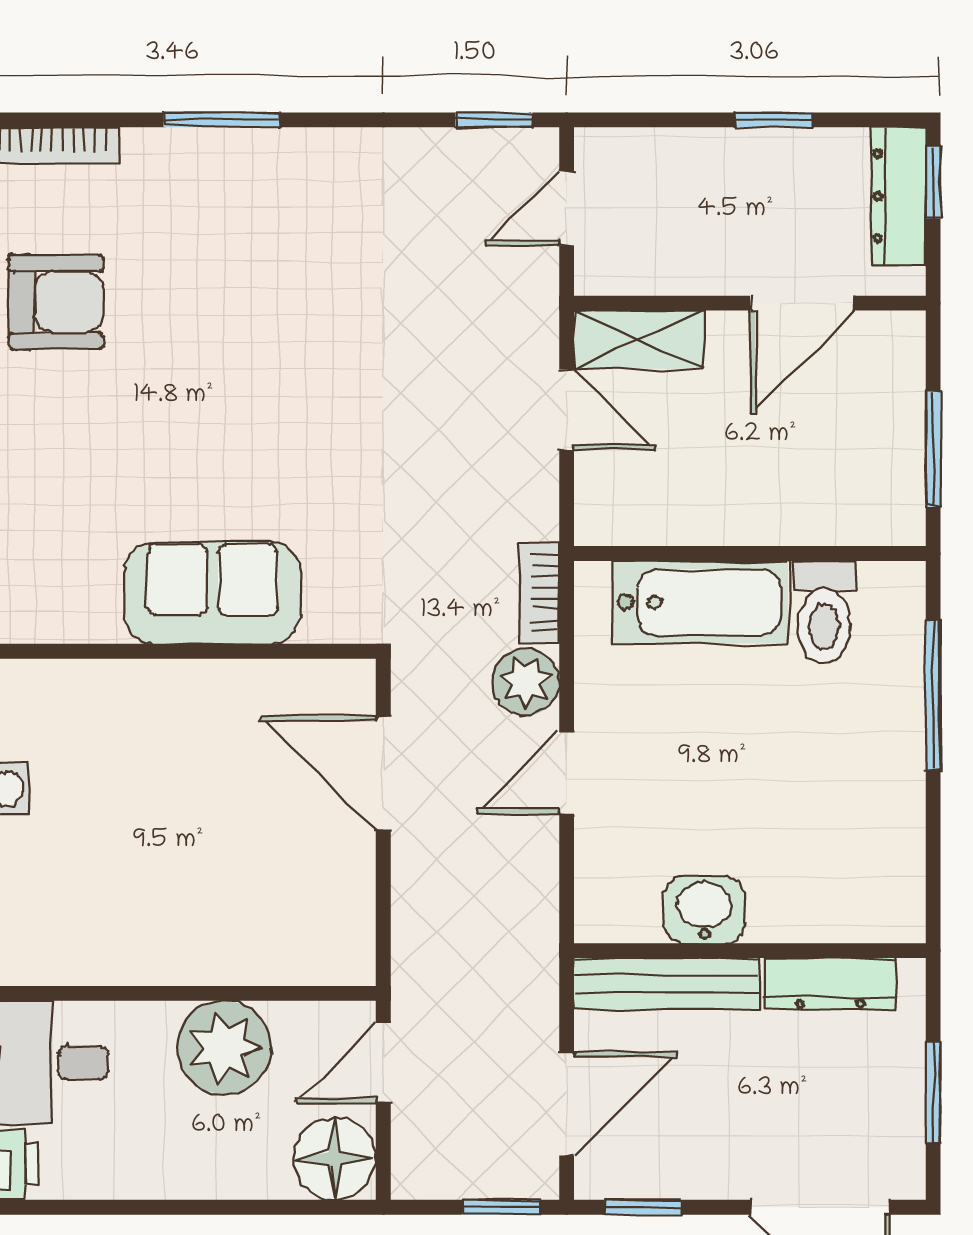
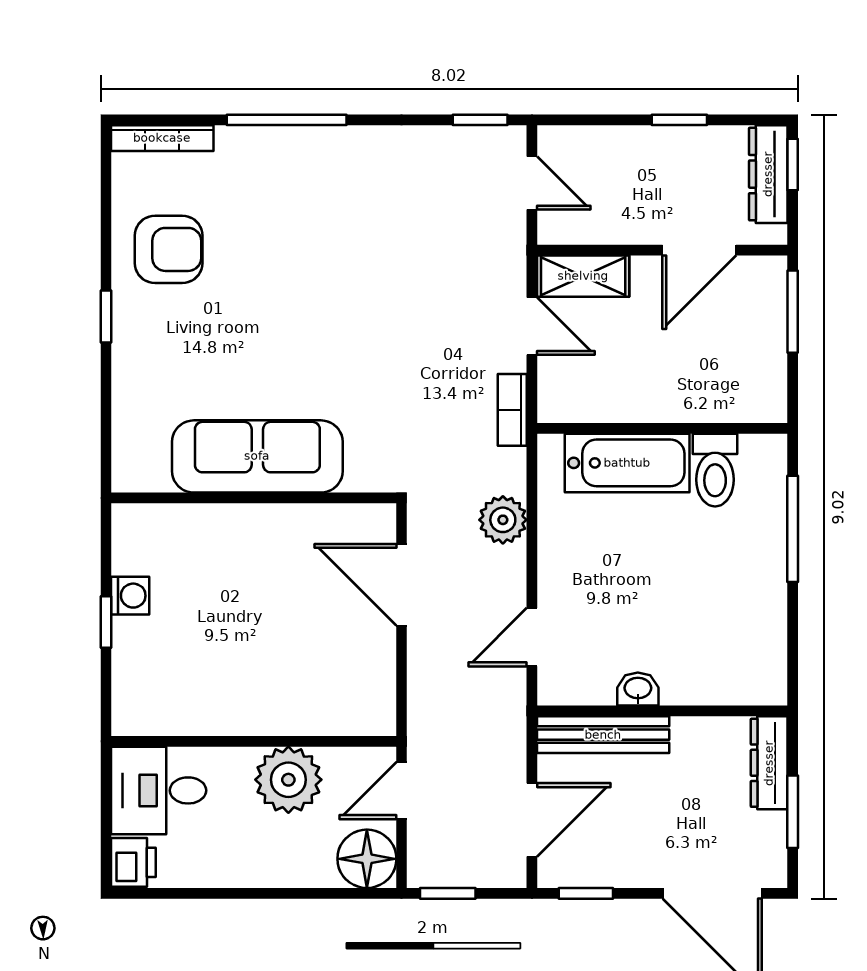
window: (222, 120) -> (287, 120), width x1.44
door: (567, 209) -> (532, 183), swing flipped
window: (933, 449) -> (793, 312), moved
sofa: (212, 593) -> (257, 456), width x1.36
bookcase: (539, 593) -> (512, 410), moved
door: (567, 773) -> (532, 637), moved
washbasin: (704, 909) -> (638, 689), width x0.72, depth x0.69
dresser: (830, 984) -> (769, 763), moved, turned 90
window: (502, 1207) -> (448, 893), moved

